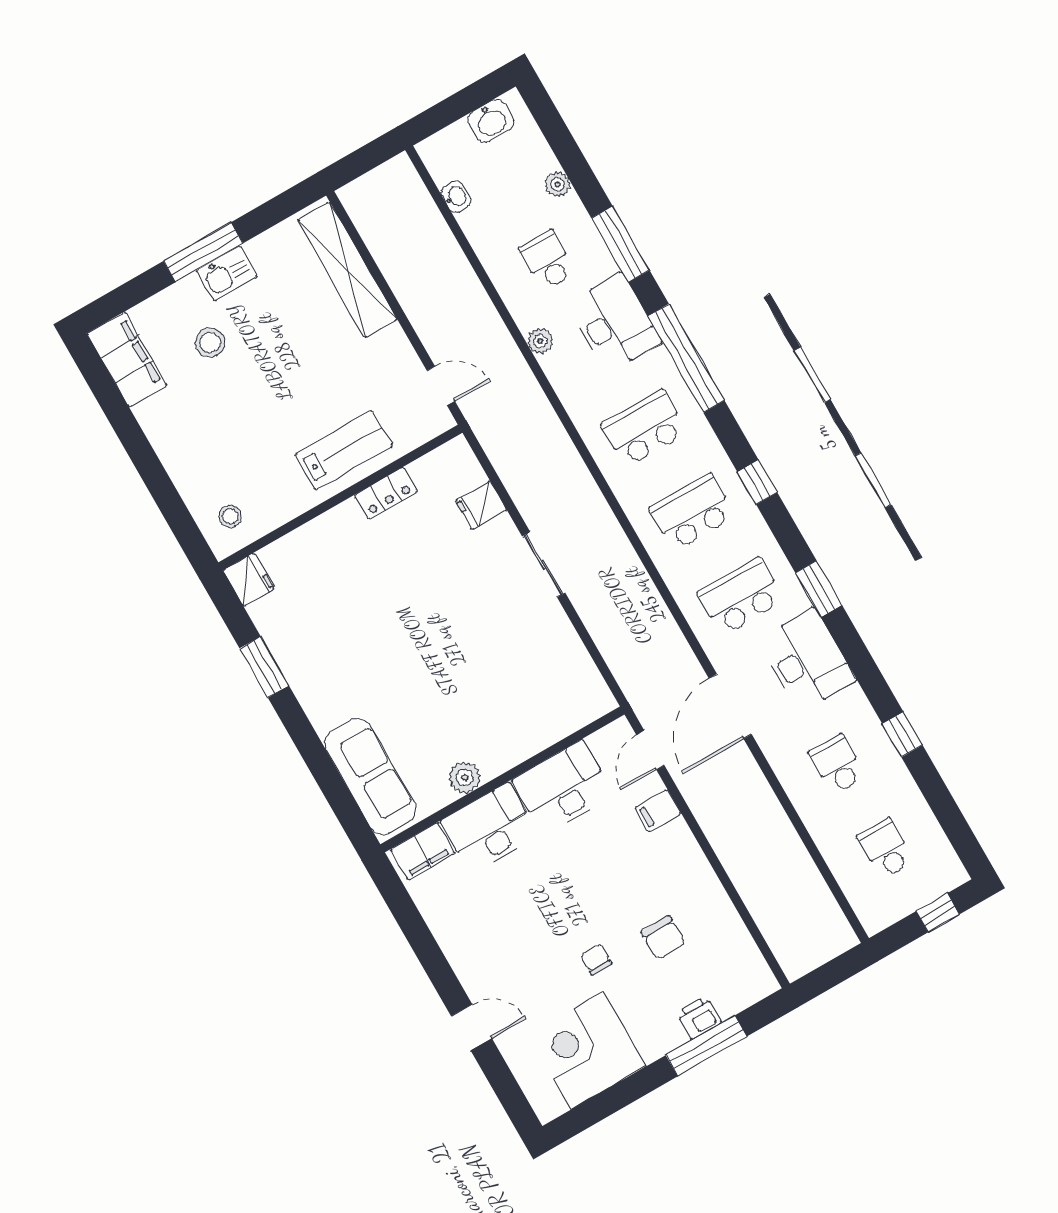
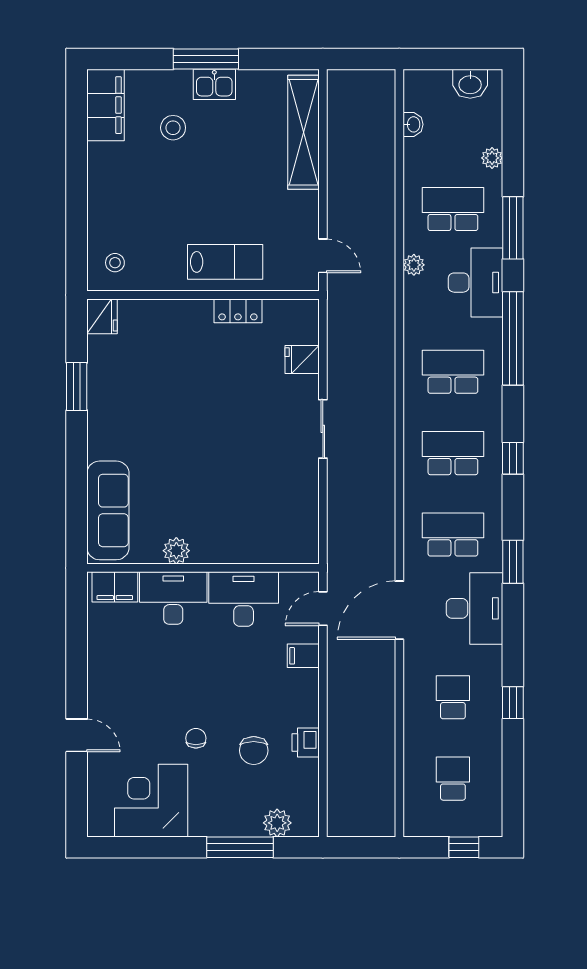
school desk: (547, 260) -> (453, 209), width x1.85
plant: (730, 999) -> (277, 823), added
printer: (699, 1018) -> (306, 742), moved, turned -90

